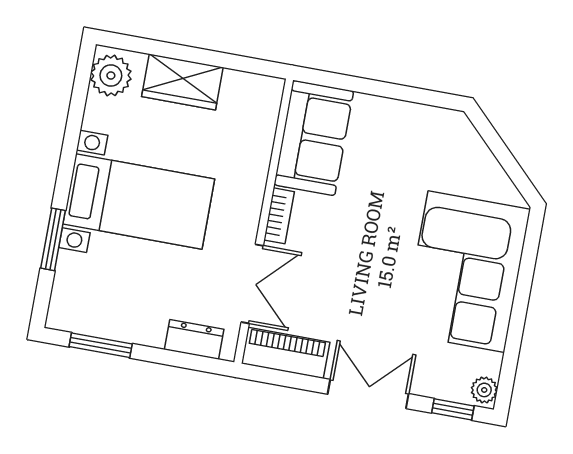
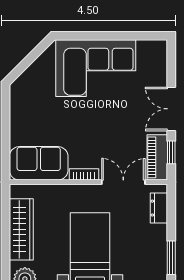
wardrobe: (182, 82) -> (21, 229), width x1.50
plant: (484, 390) -> (158, 47), removed
window: (453, 409) -> (171, 152), moved

